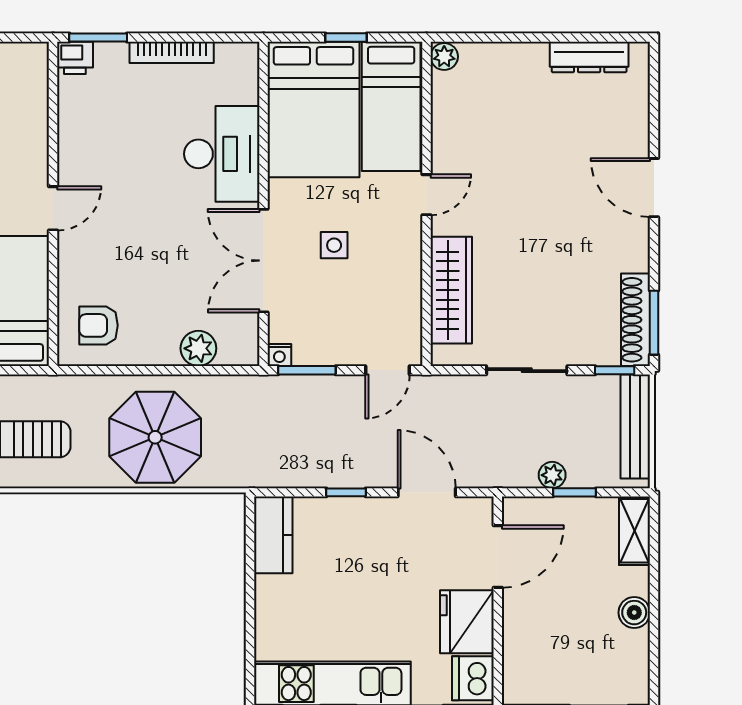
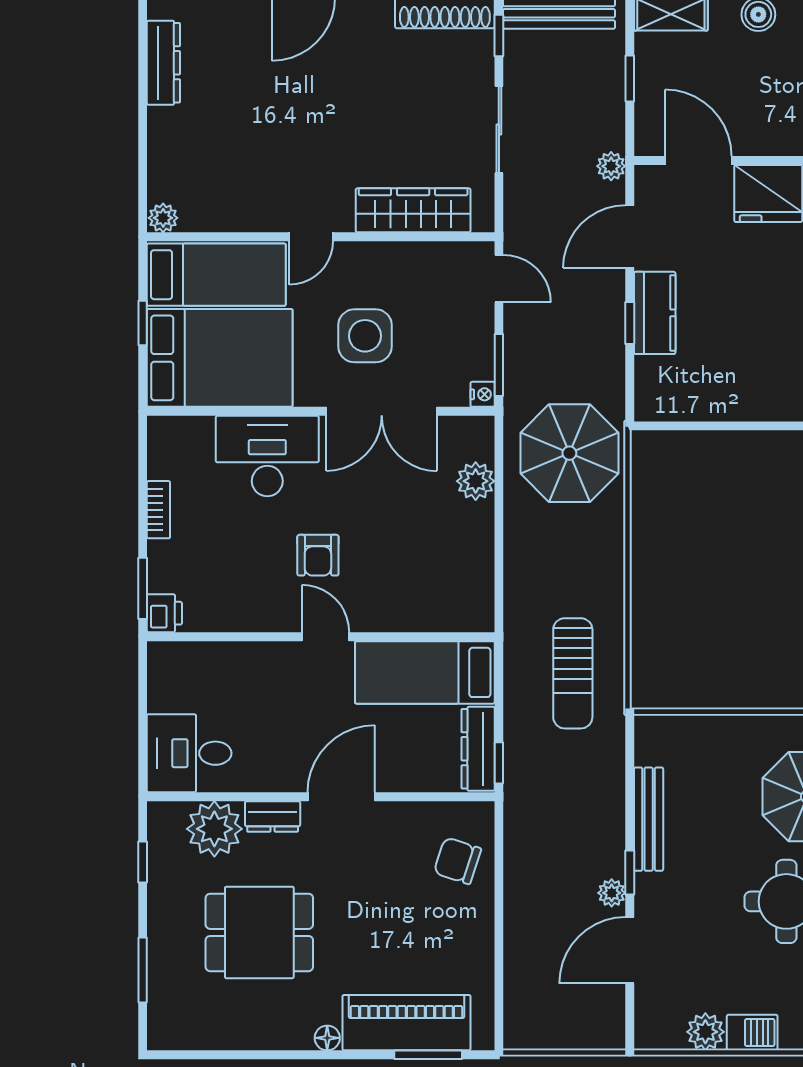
bookcase: (172, 52) -> (158, 510), width x0.64
door: (426, 195) -> (311, 237), swing flipped
side table: (334, 245) -> (365, 336), width x1.87, depth x1.87
armchair: (98, 325) -> (318, 555), moved
parasol: (155, 437) -> (569, 453), moved
plant: (552, 475) -> (611, 166), moved
kitchen counter: (273, 535) -> (655, 313), moved, turned 90

